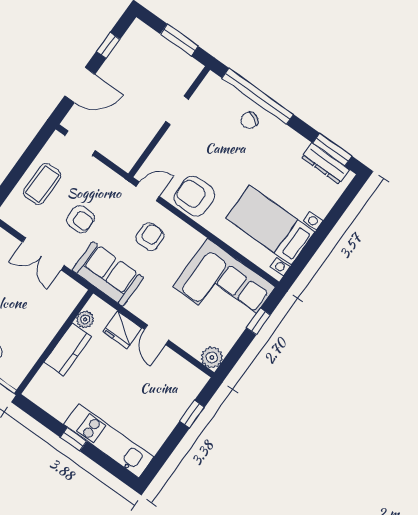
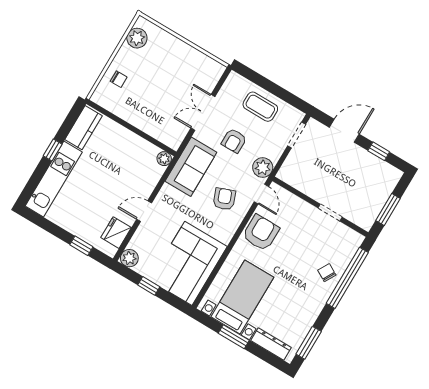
door: (80, 85) -> (344, 131), swing flipped
dresser: (325, 163) -> (271, 344), moved, turned 90
plant: (116, 187) -> (263, 168), added
armchair: (150, 237) -> (224, 199), turned -111
window: (317, 239) -> (234, 337), added
plant: (85, 319) -> (164, 159), moved
window: (258, 321) -> (149, 286), moved
fridge: (122, 330) -> (116, 233), moved
kitchen counter: (68, 349) -> (84, 128), moved, turned -90

